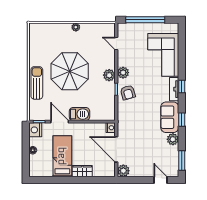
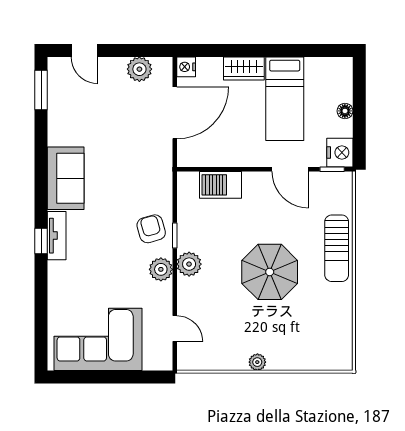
window: (145, 20) -> (116, 377), removed
corner sofa: (163, 55) -> (98, 339), moved, turned -90
parasol: (70, 71) -> (270, 272), width x0.73, depth x0.73
barbecue: (79, 114) -> (221, 185), moved
window: (182, 120) -> (41, 174), removed
nightstand: (111, 128) -> (186, 67), moved
plant: (173, 139) -> (59, 133), removed
door: (116, 149) -> (175, 113), hinge flipped
plant: (123, 171) -> (139, 69), moved

